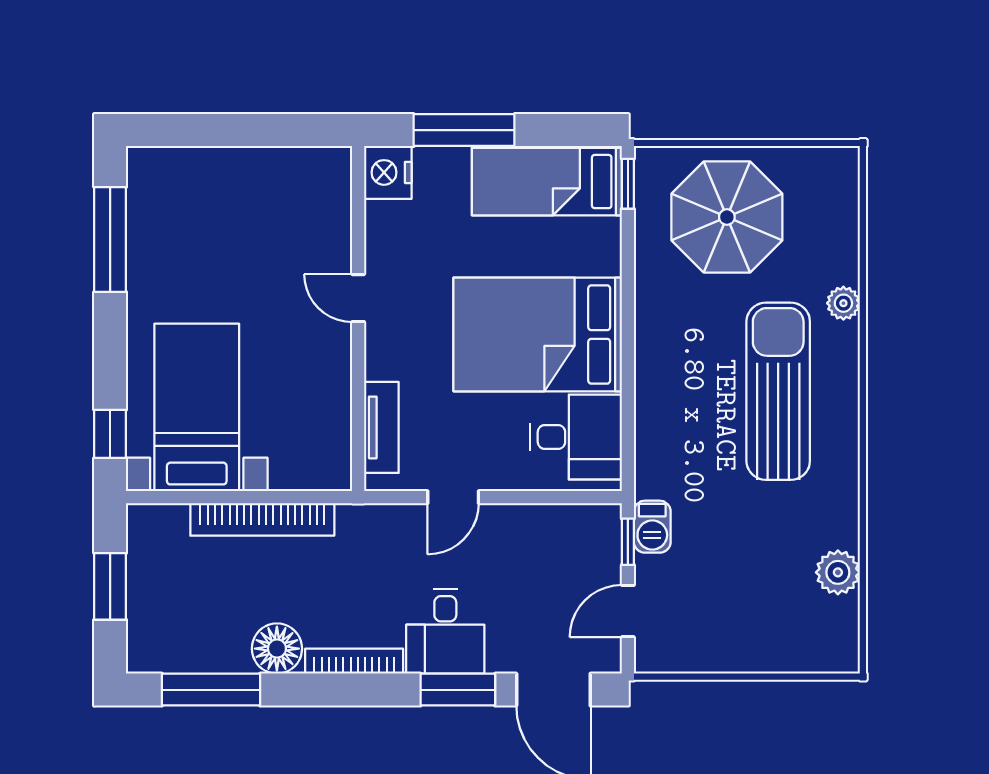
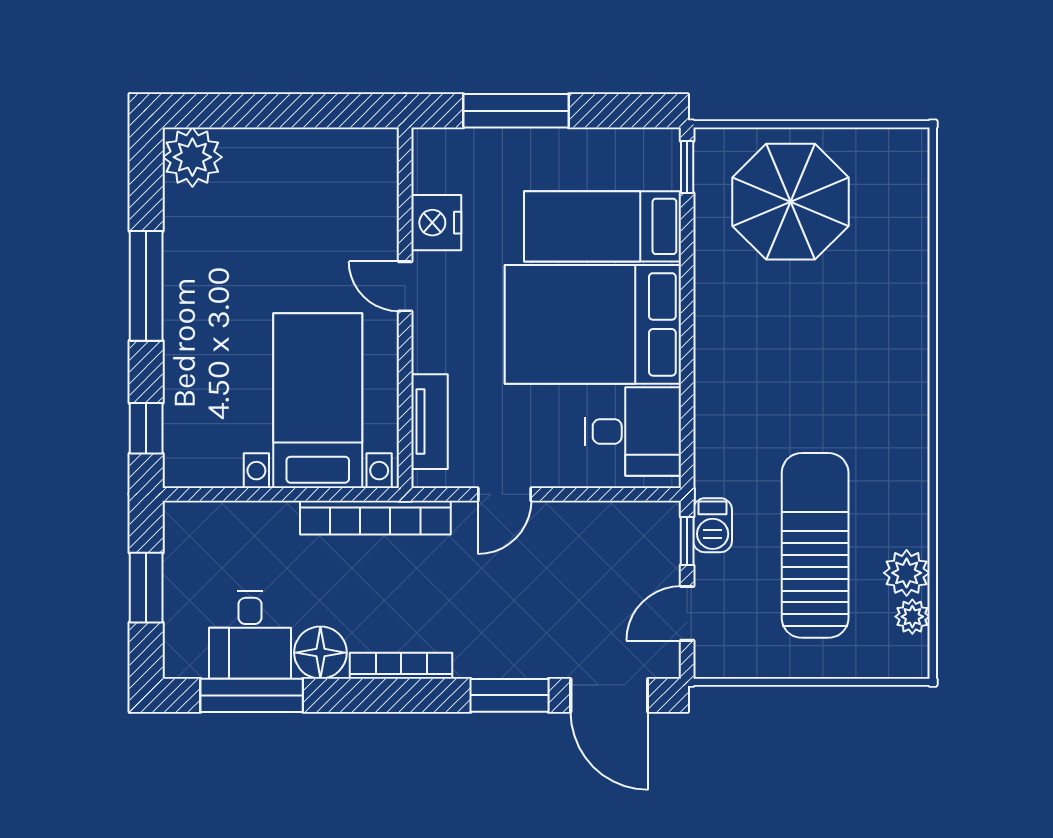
nightstand: (388, 172) -> (436, 223), moved
plant: (154, 174) -> (192, 157), added
bed: (547, 182) -> (602, 226), moved
window: (110, 239) -> (146, 286), moved
plant: (843, 303) -> (912, 617), moved
sun lounger: (778, 391) -> (815, 545), moved
bed with nightstands: (197, 407) -> (318, 401), moved
bookcase: (262, 519) -> (375, 518), moved
desk: (445, 631) -> (250, 635), moved

